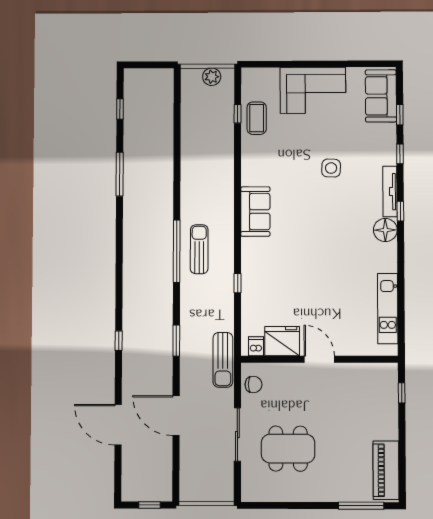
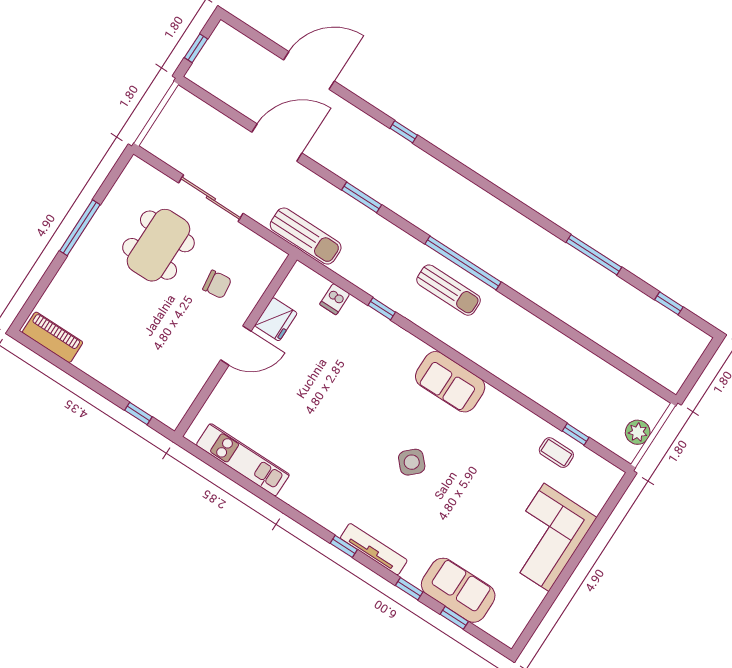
sofa: (381, 96) -> (458, 590), moved
coffee table: (257, 118) -> (556, 453), width x0.73, depth x0.77
side table: (331, 168) -> (412, 462), moved, turned 45
floor lamp: (385, 230) -> (333, 515), removed
fridge: (282, 341) -> (276, 319), width x0.73, depth x0.75
dishwasher: (256, 346) -> (335, 299), moved, turned 90
sun lounger: (223, 360) -> (306, 236), turned 180
chair: (254, 385) -> (217, 284), moved, turned -97
piano: (386, 470) -> (53, 337), width x0.73, depth x0.75
window: (361, 506) -> (80, 228), moved

